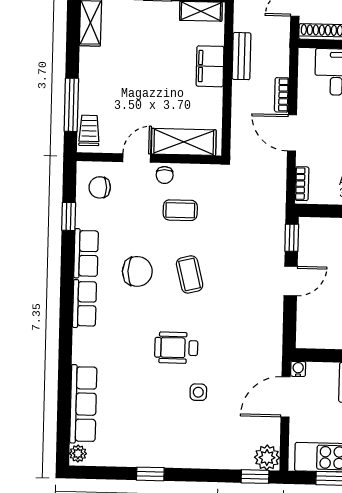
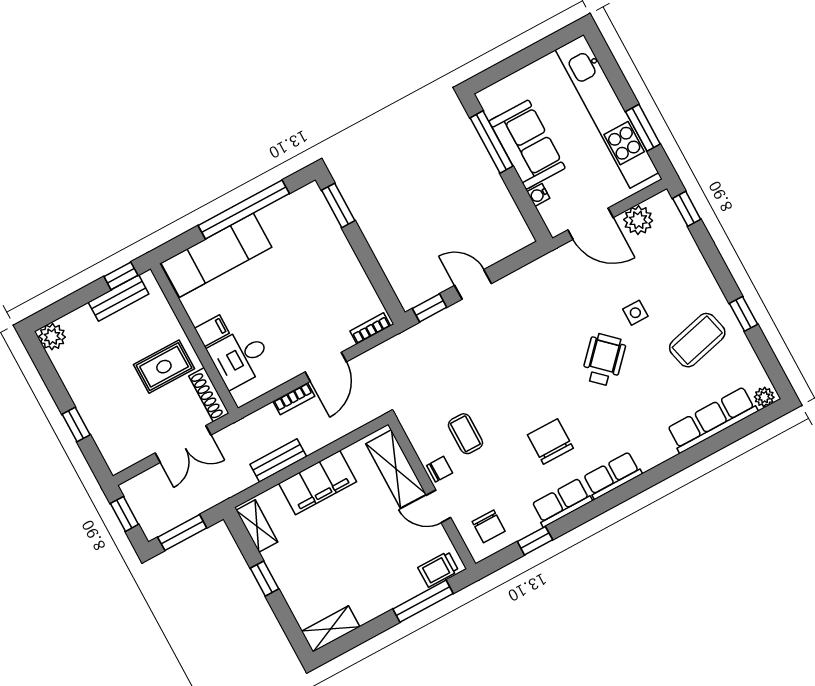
filing cabinet: (210, 66) -> (318, 483), width x1.50, depth x1.17
coffee table: (190, 274) -> (697, 340), moved, width x1.36, depth x1.30
wheelchair: (176, 348) -> (604, 360), turned -137
water cooler: (298, 369) -> (538, 195), moved
plant: (267, 458) -> (638, 220), moved

